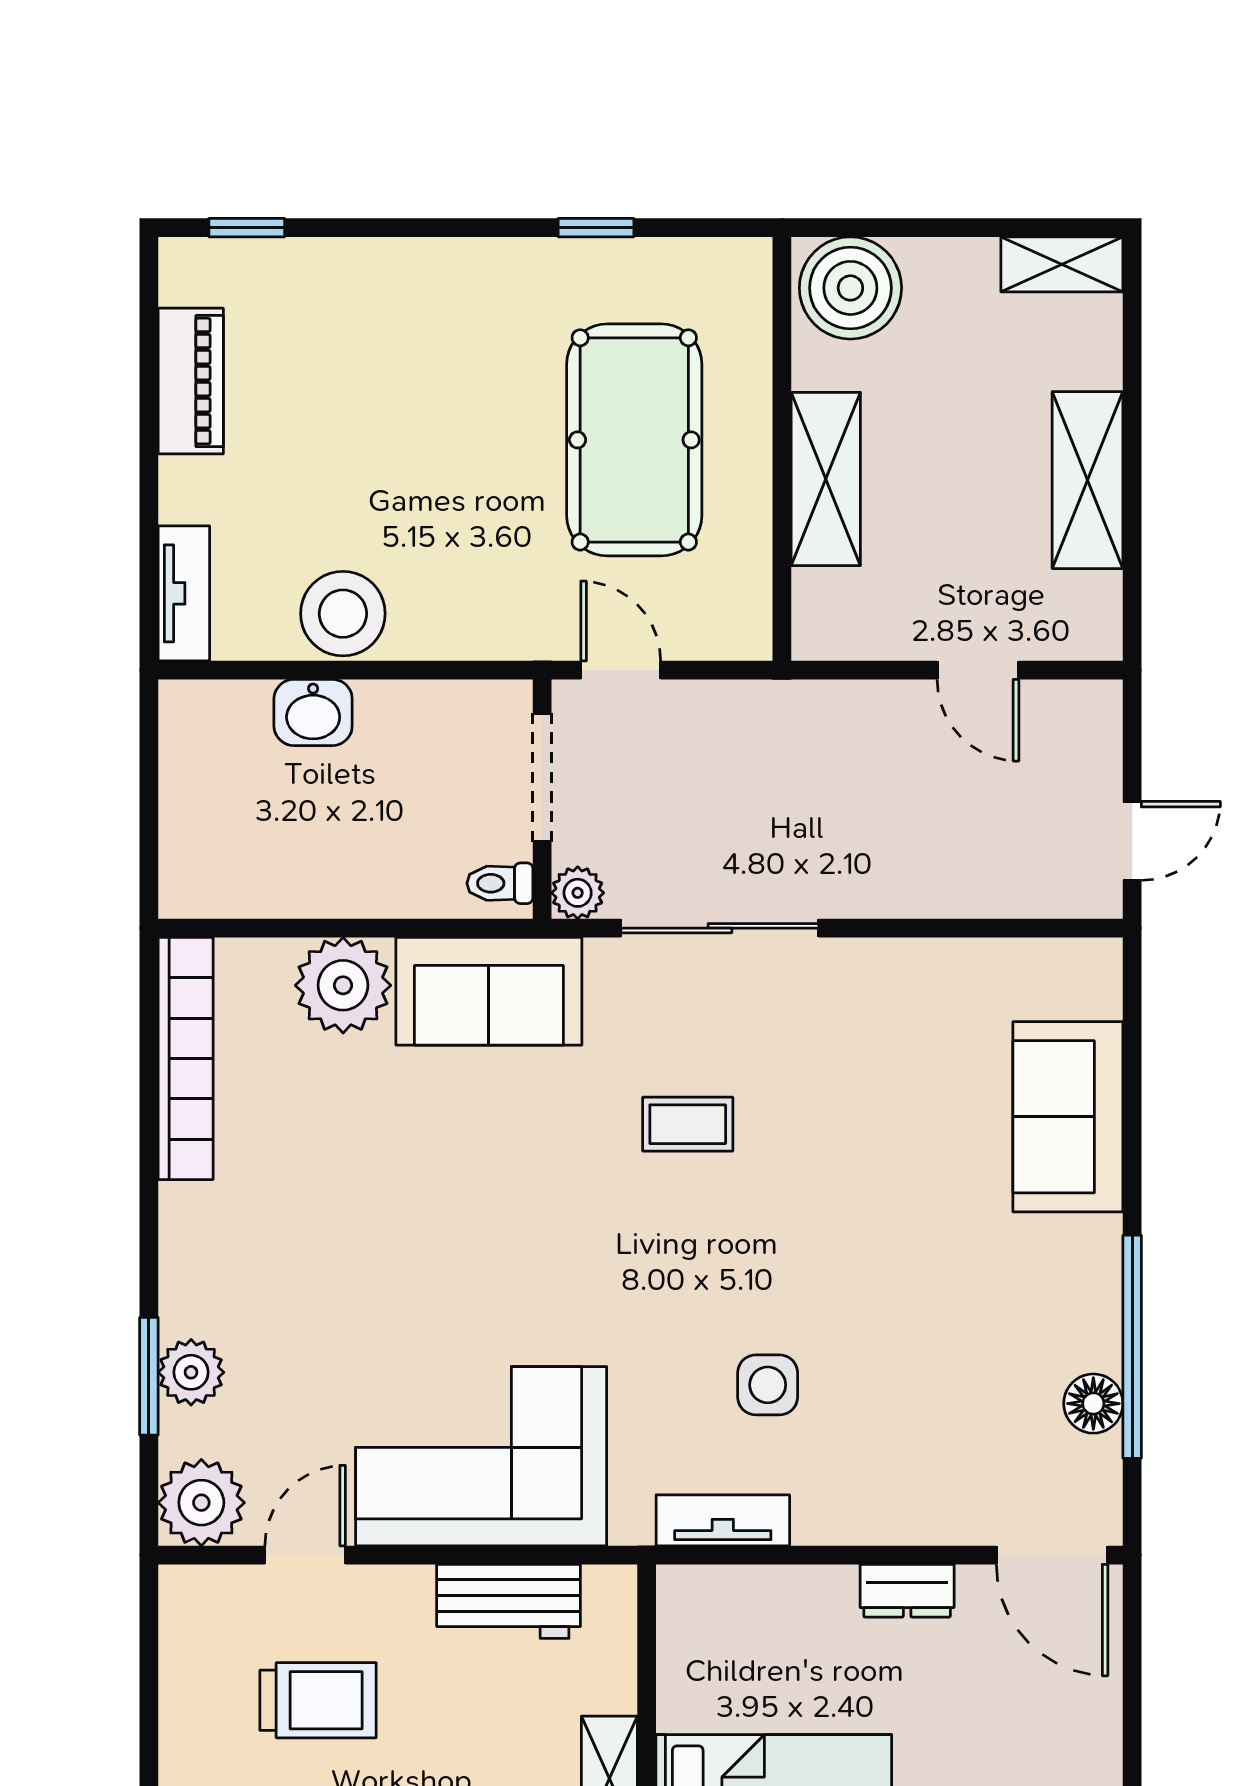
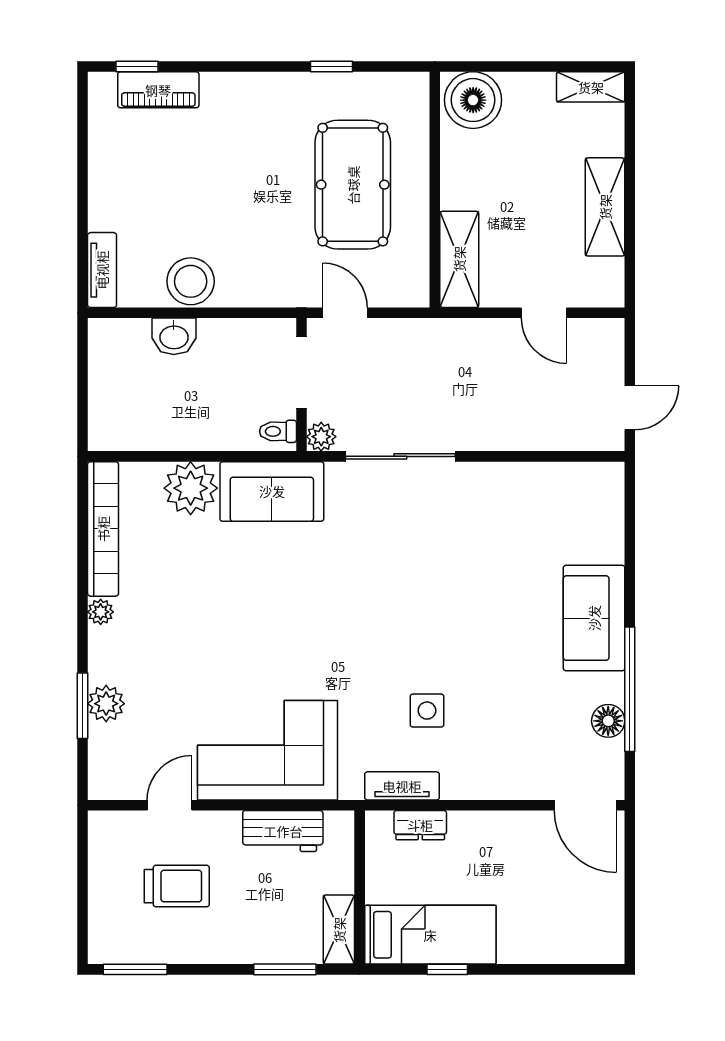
piano: (191, 381) -> (158, 90), moved, turned 90
shelving: (826, 479) -> (459, 259), moved
sofa: (1068, 1117) -> (594, 618), moved
coffee table: (688, 1124) -> (382, 565), removed
plant: (201, 1503) -> (101, 612), moved, width x0.53, depth x0.53
dresser: (907, 1591) -> (420, 825), moved

